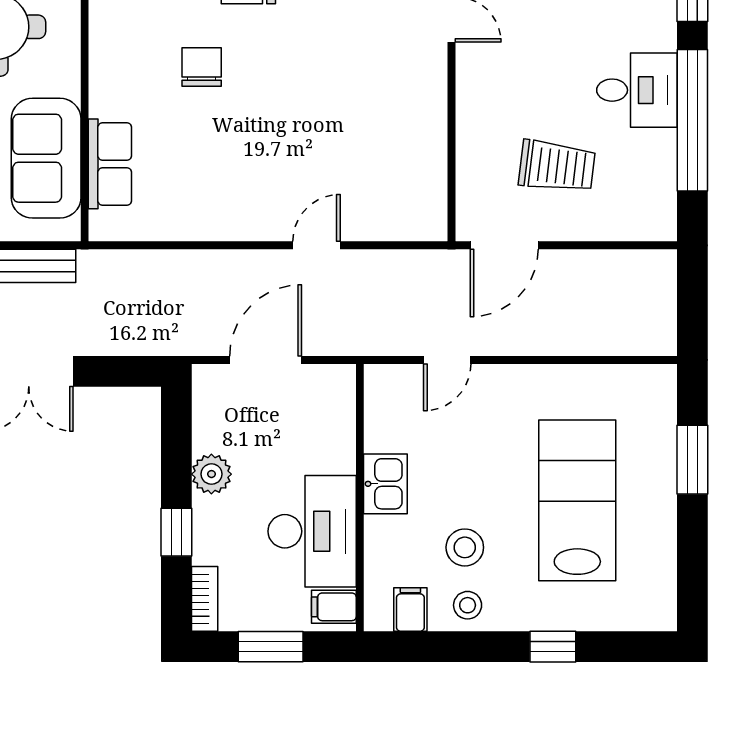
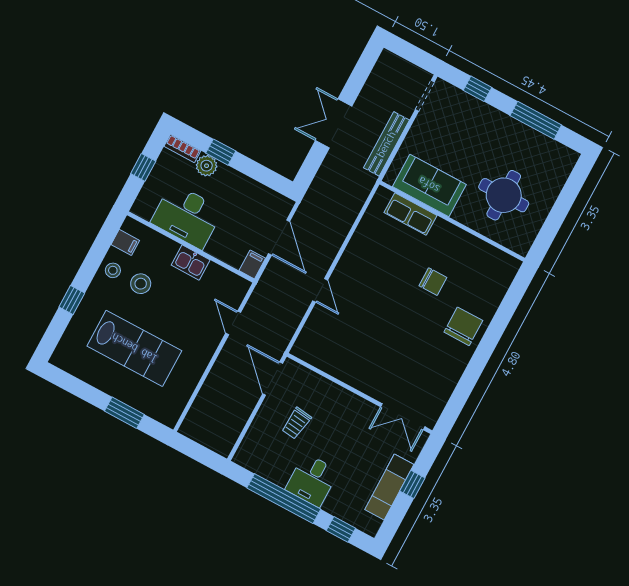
trolley: (557, 166) -> (296, 423), width x0.73, depth x0.72
plant: (211, 474) -> (207, 166), moved
filing cabinet: (334, 607) -> (252, 264), moved
window: (271, 647) -> (143, 167), width x0.67

